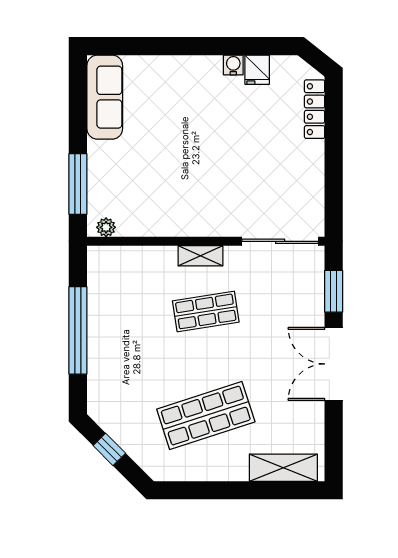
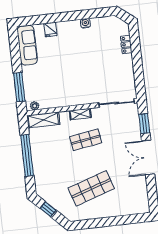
fridge: (257, 70) -> (50, 30), moved
locker: (315, 109) -> (126, 45), width x0.66
shelving: (283, 468) -> (43, 120), moved

